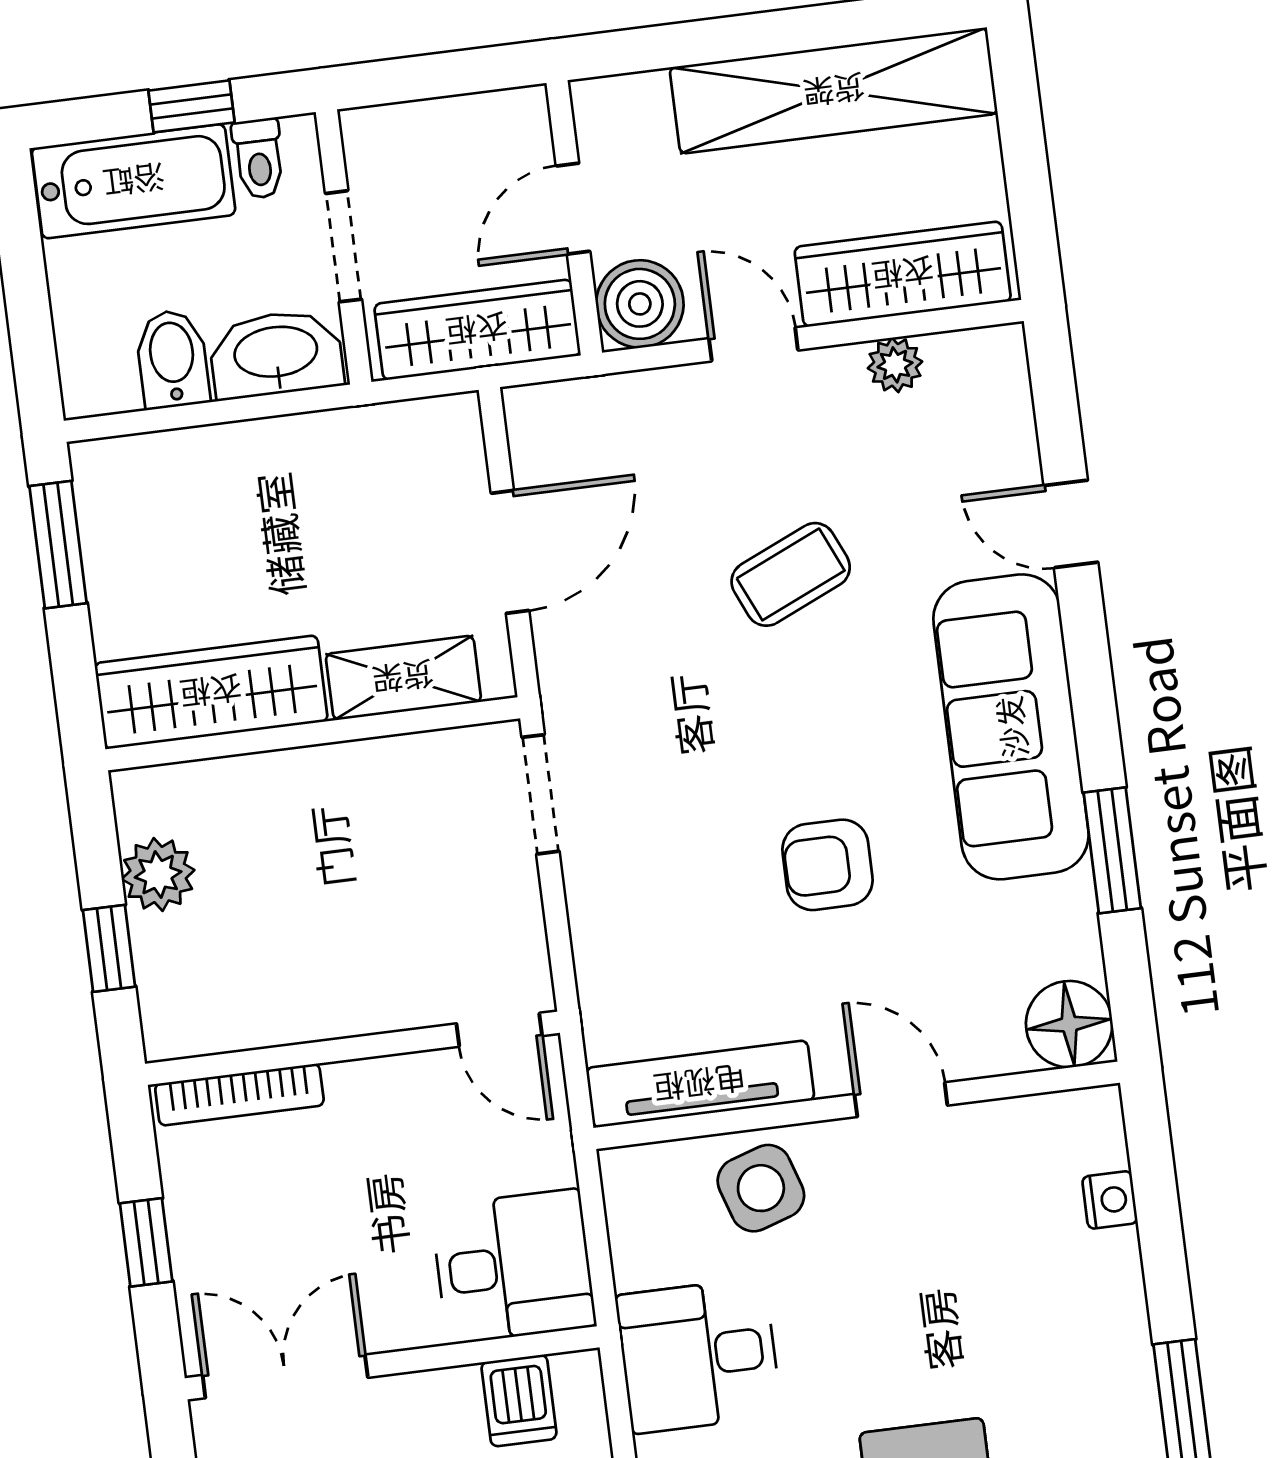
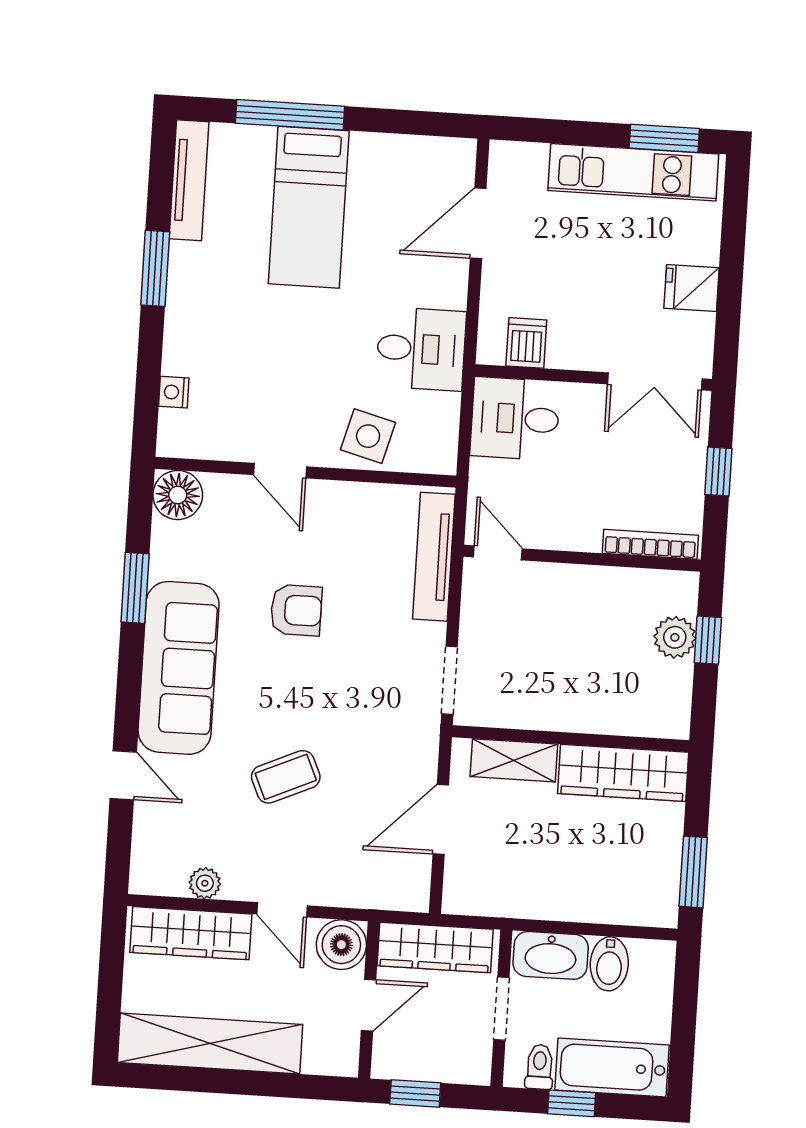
window: (464, 72) -> (415, 1093), added
plant: (158, 875) -> (675, 637), moved
tv unit: (700, 1084) -> (434, 557), moved, turned 90
side table: (761, 1188) -> (368, 436), turned 33

